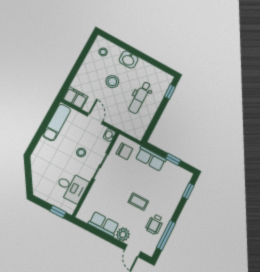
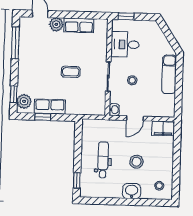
door: (95, 119) -> (135, 118), hinge flipped
exam couch: (57, 122) -> (169, 74), moved
chair: (124, 151) -> (93, 101), removed
row of seats: (151, 159) -> (50, 107), moved
plant: (182, 181) -> (24, 101), added
coffee table: (138, 202) -> (71, 72), moved
wheelchair: (155, 224) -> (31, 48), removed

